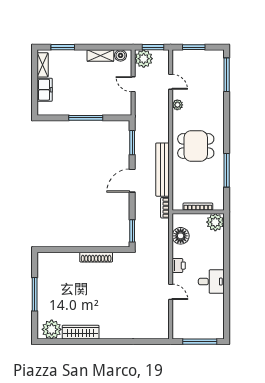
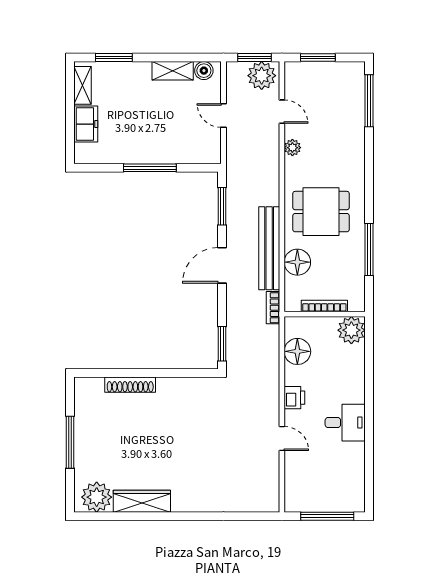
plant: (144, 59) -> (262, 76), moved
floor lamp: (181, 179) -> (297, 262), added
shoe rack: (96, 257) -> (130, 385), moved

